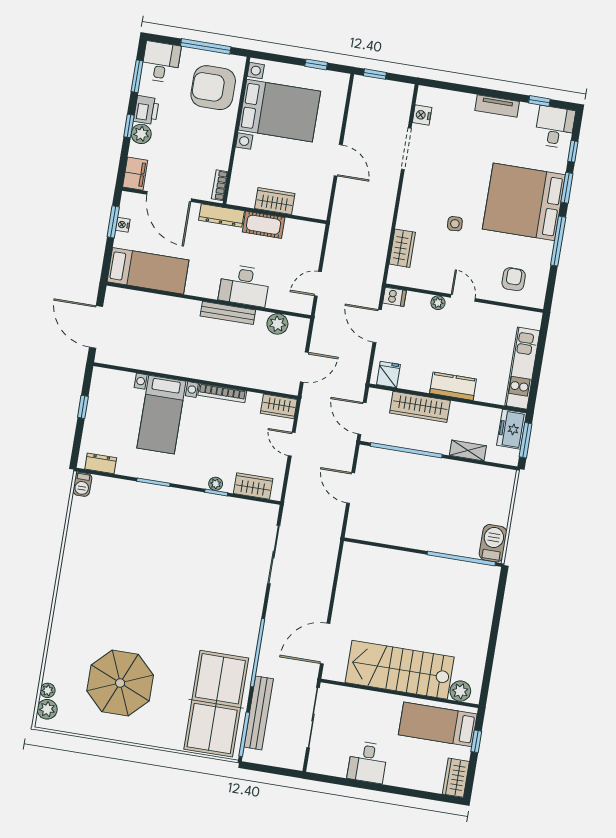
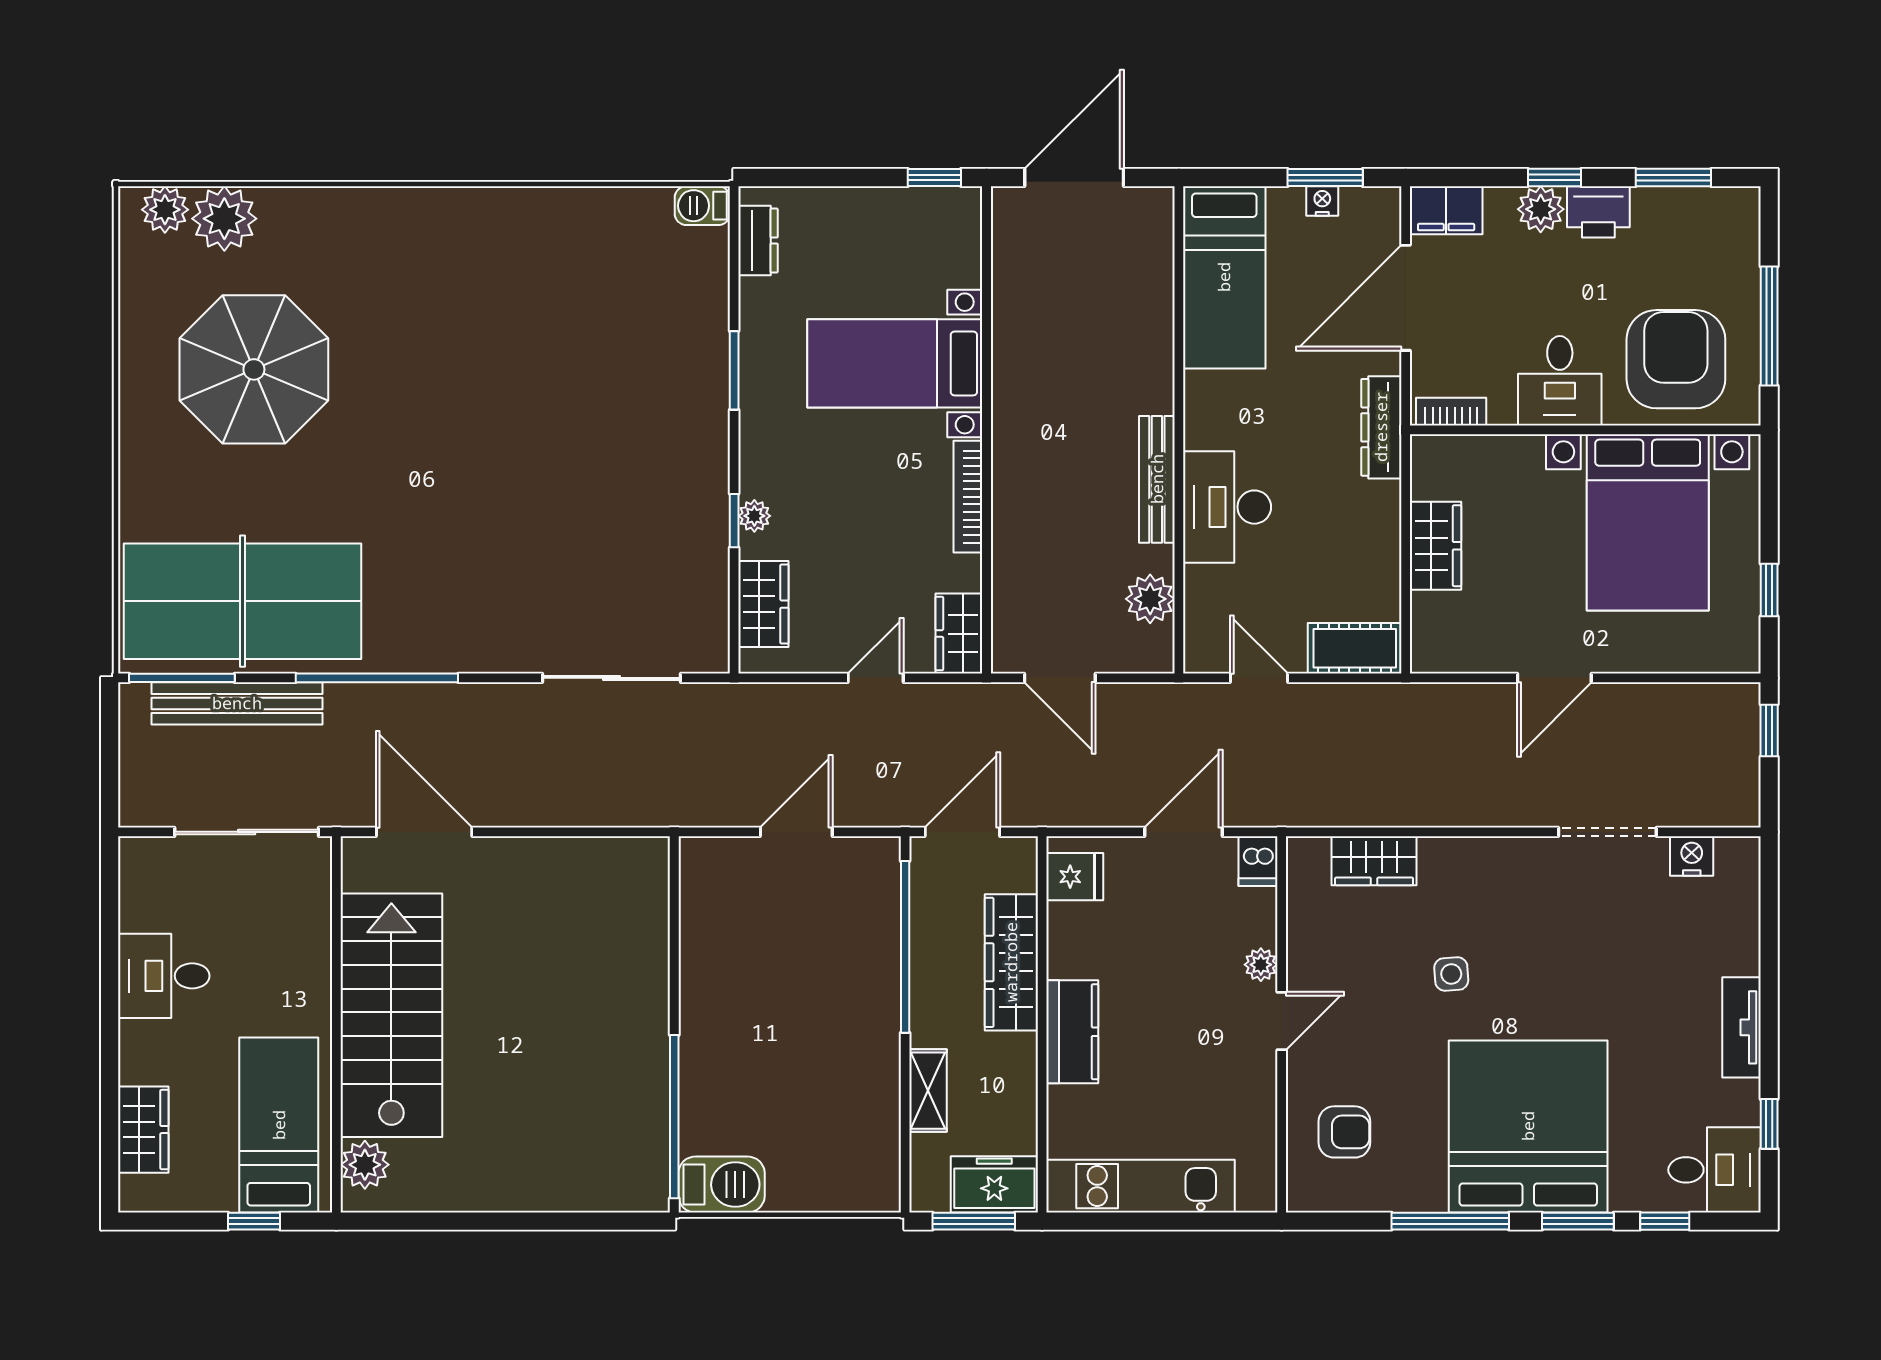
desk: (161, 62) -> (1560, 381), moved, turned 90
cot: (264, 225) -> (1355, 648), moved, turned 90
window: (83, 407) -> (934, 178), moved
plant: (48, 690) -> (224, 219), width x1.88, depth x1.88
wardrobe: (456, 778) -> (143, 1130), moved, turned 90

